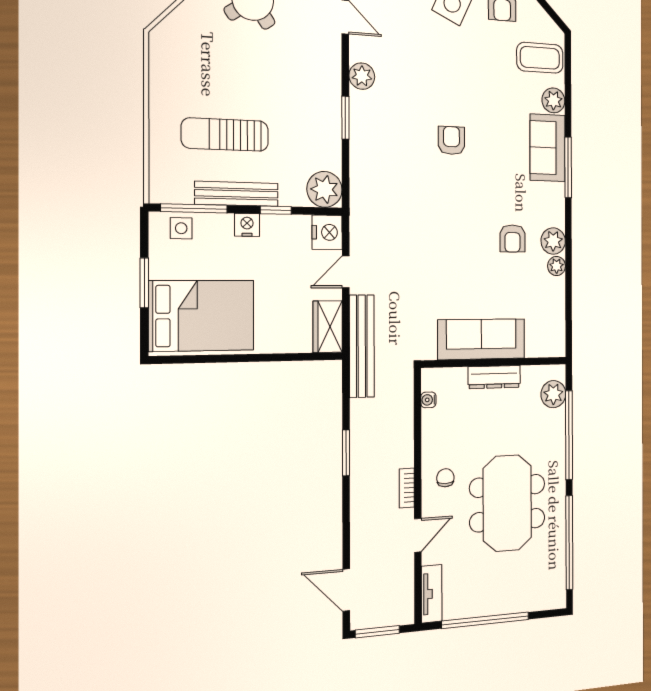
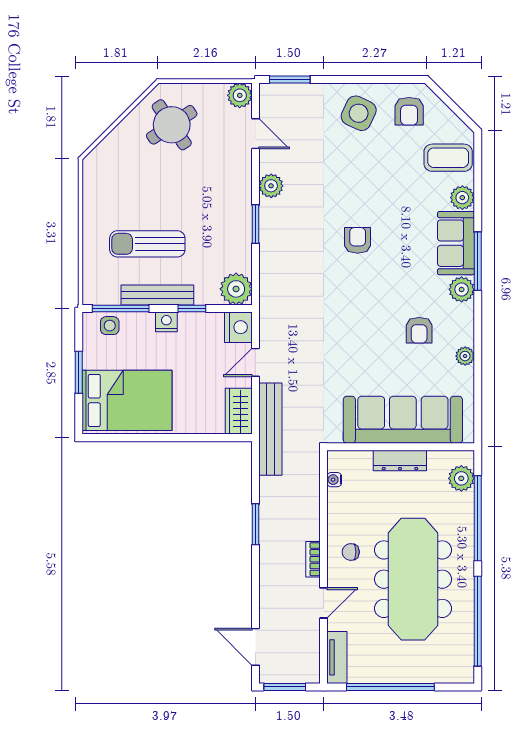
plant: (553, 241) -> (462, 289), moved
sofa: (481, 339) -> (403, 420), width x1.36, depth x1.27
chair: (445, 478) -> (351, 552), turned -90
meeting table: (507, 503) -> (413, 579), width x1.36

